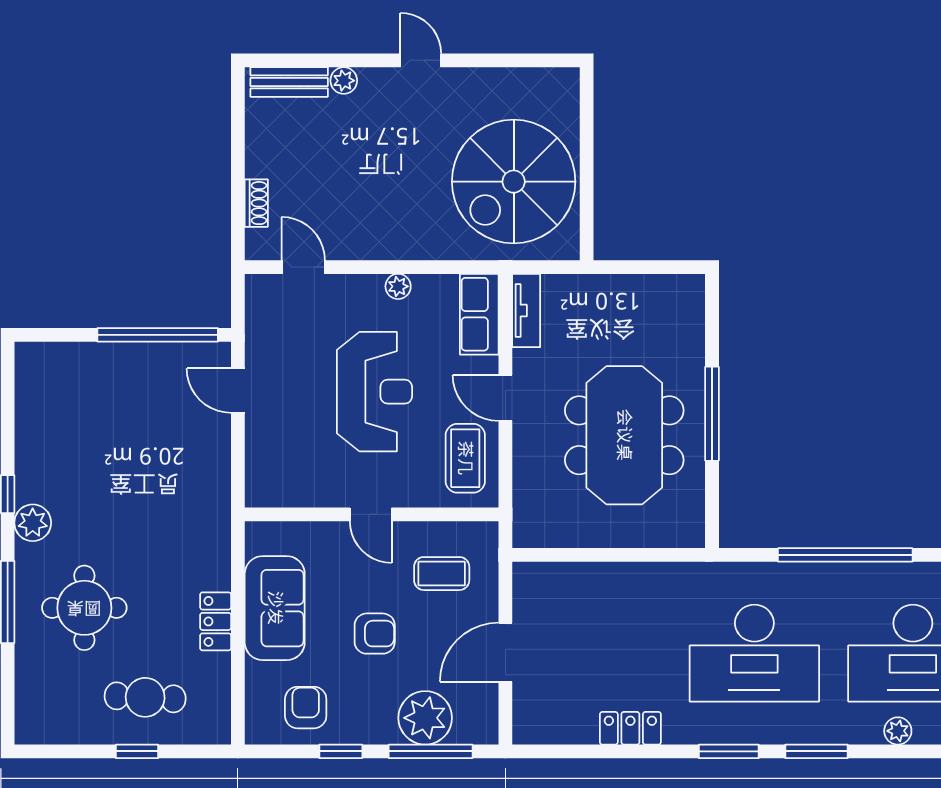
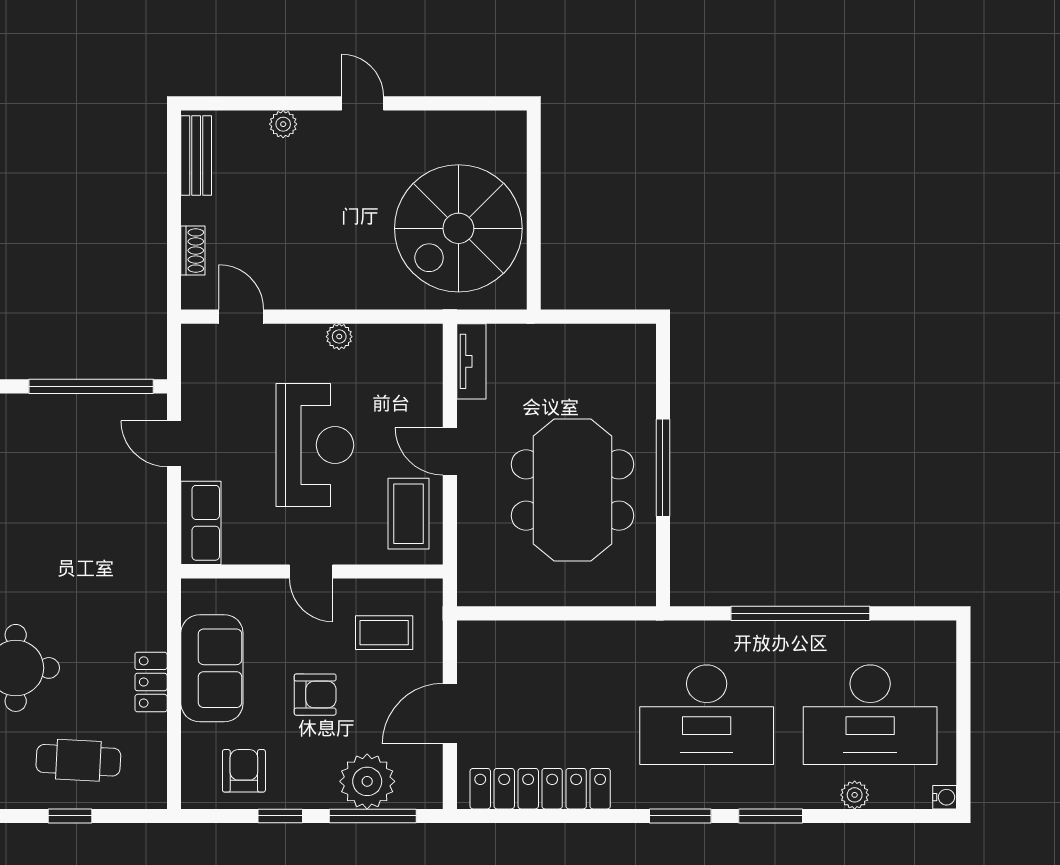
bench: (289, 82) -> (196, 156), moved, turned 90
row of seats: (479, 314) -> (201, 523), moved, turned 180
locker: (630, 728) -> (540, 789), width x2.16, depth x1.21

